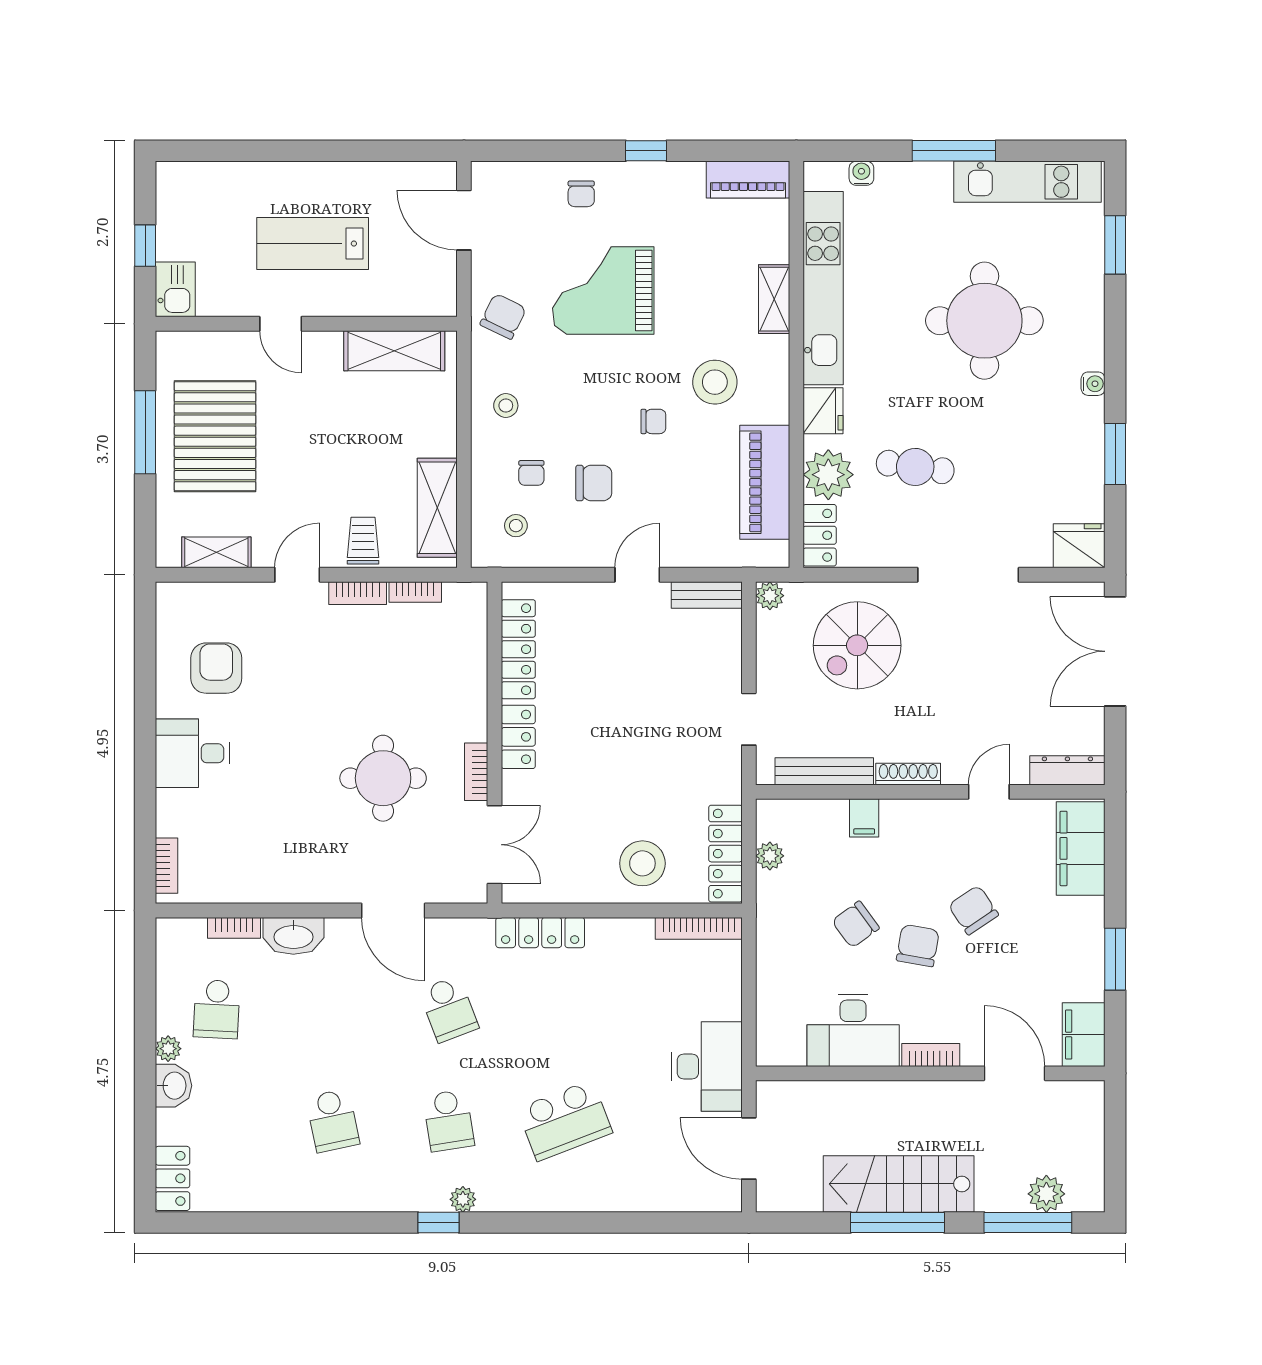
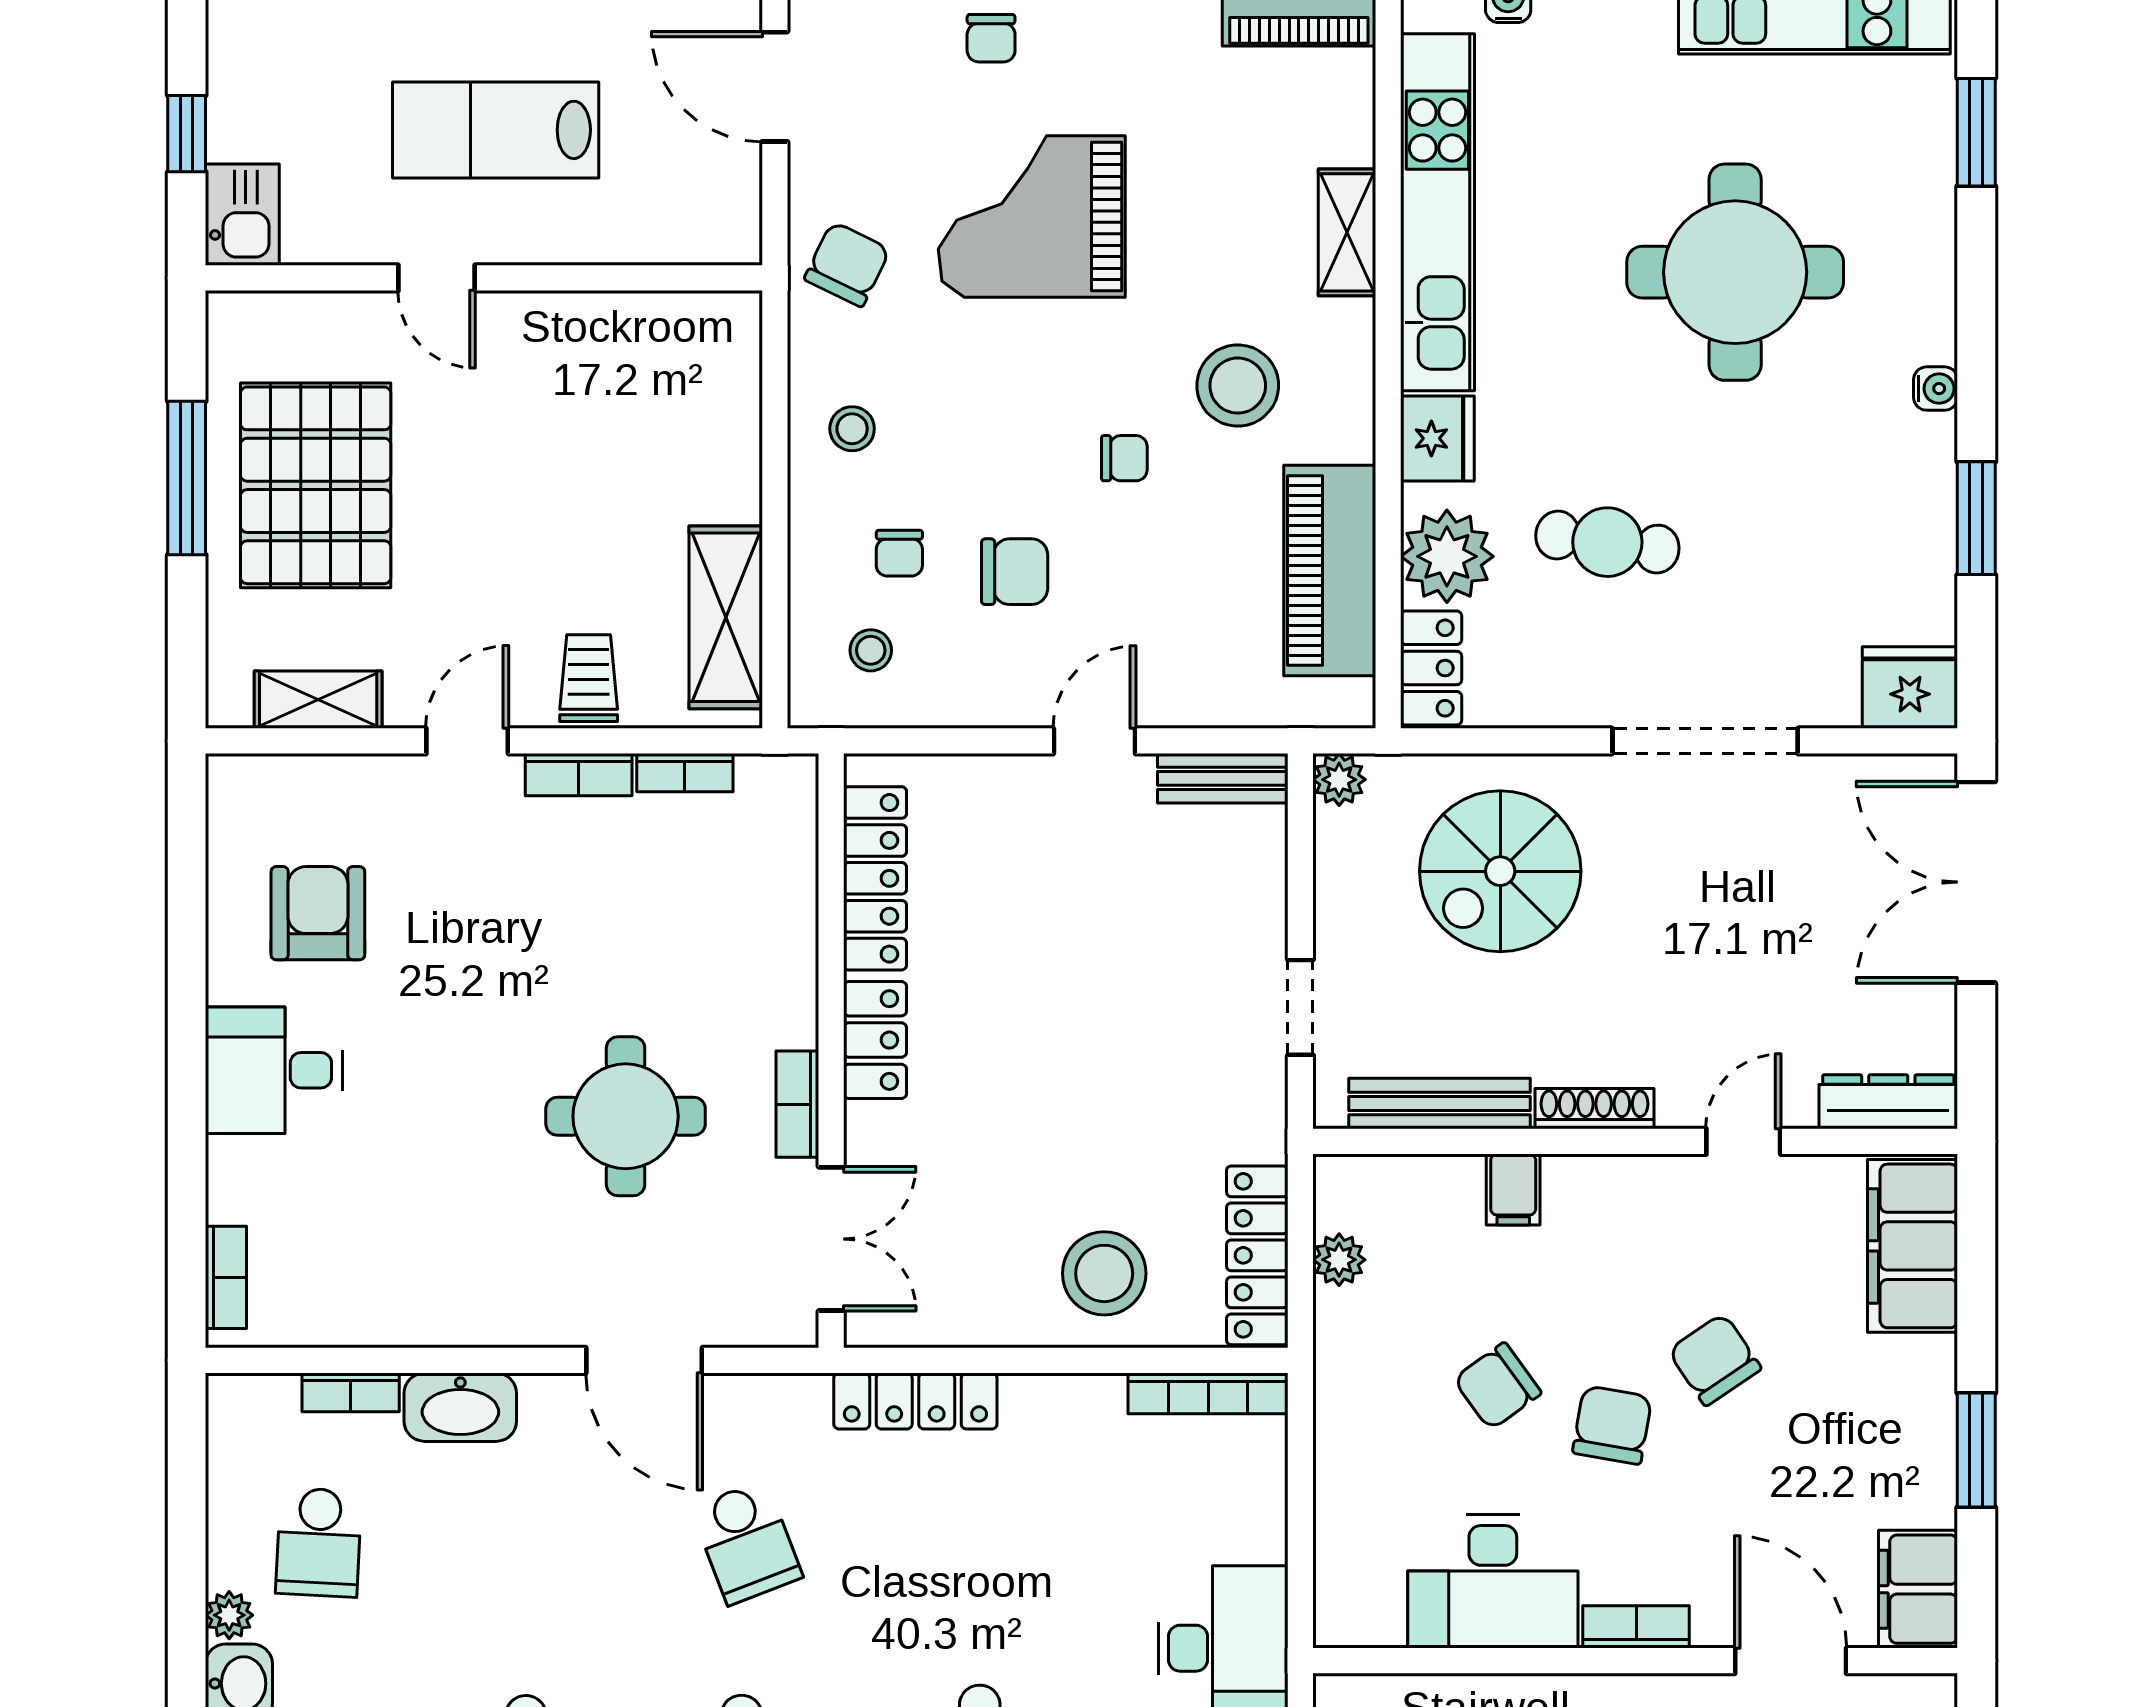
shelving: (394, 351) -> (646, 328), removed

